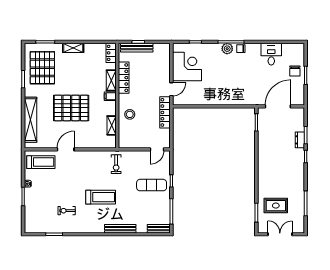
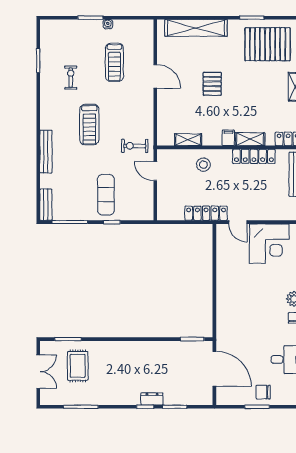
pallet: (71, 108) -> (212, 84), width x0.49, depth x0.50
dresser: (300, 140) -> (152, 399), moved
door: (157, 149) -> (155, 171), moved
treadmill: (41, 162) -> (114, 62), moved

